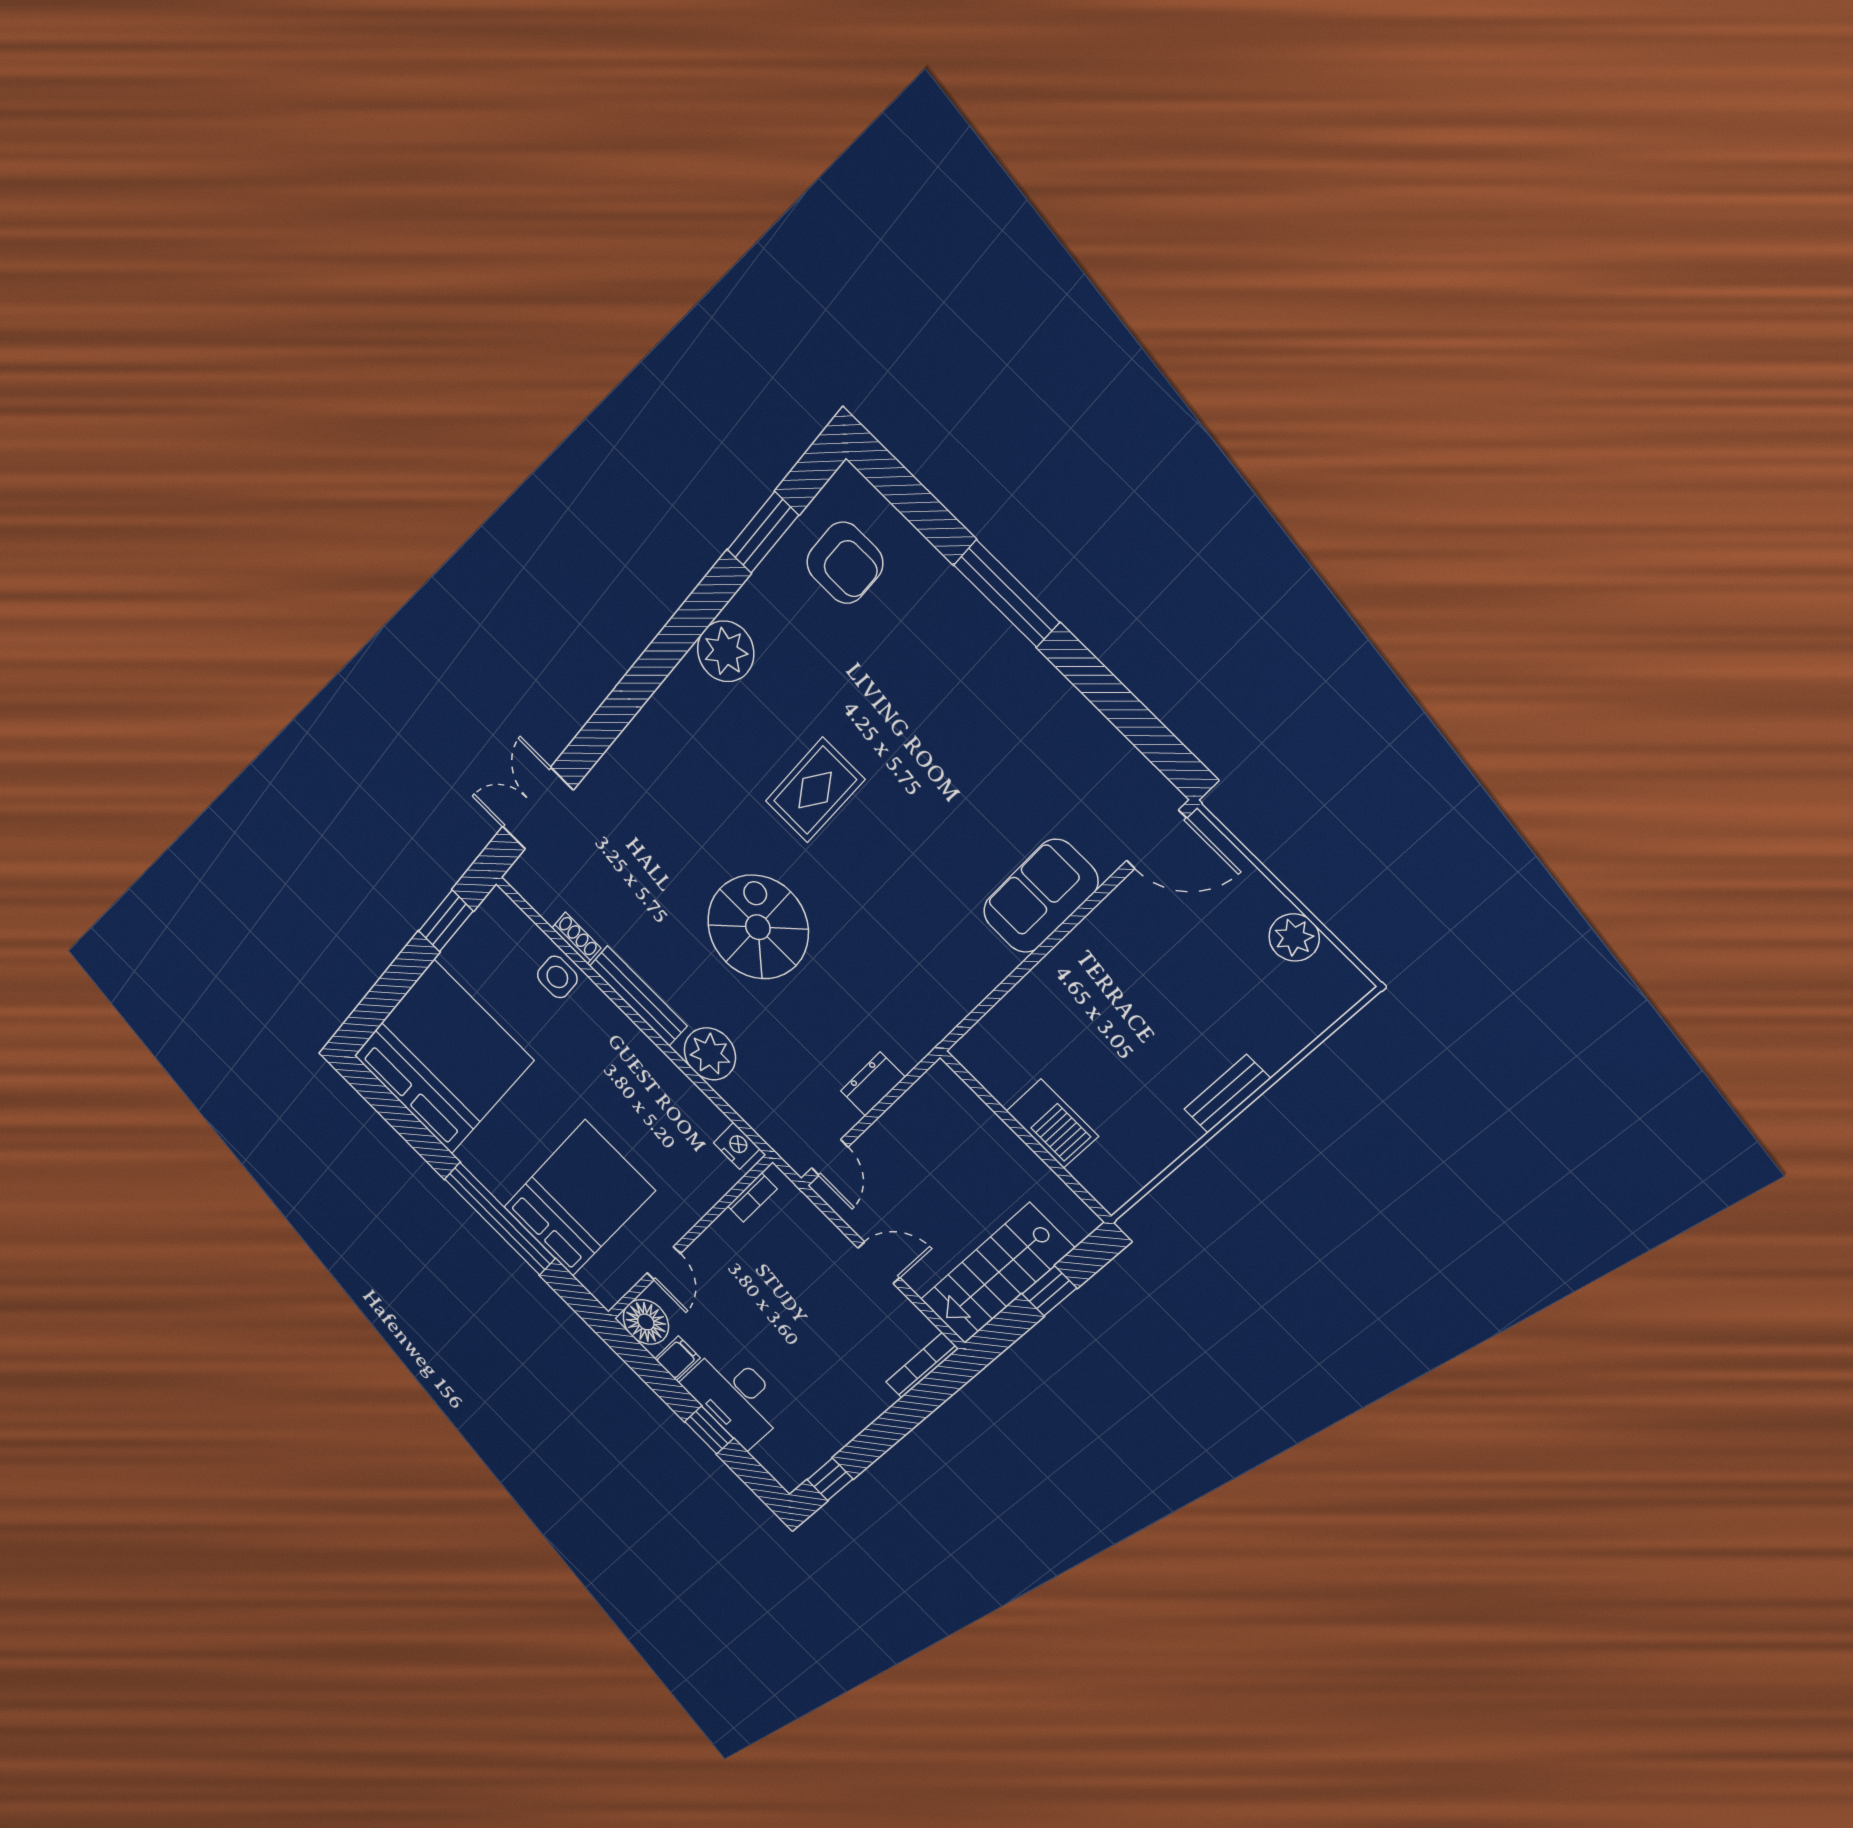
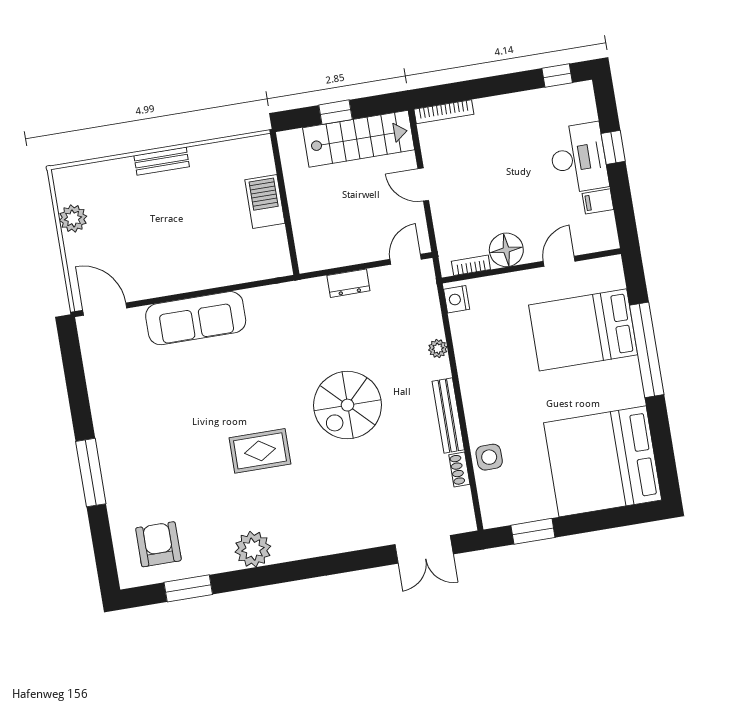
sofa: (1040, 896) -> (196, 318), width x1.36
plant: (710, 1054) -> (438, 349), width x0.53, depth x0.53
floor lamp: (646, 1322) -> (506, 250), moved

